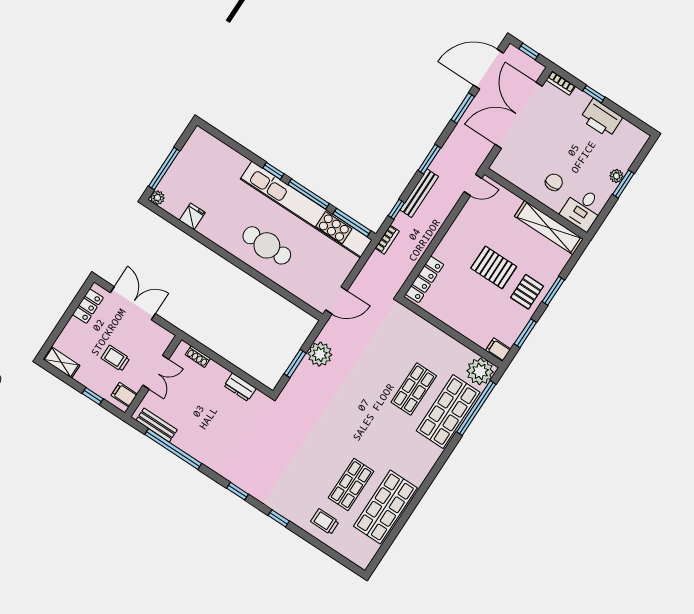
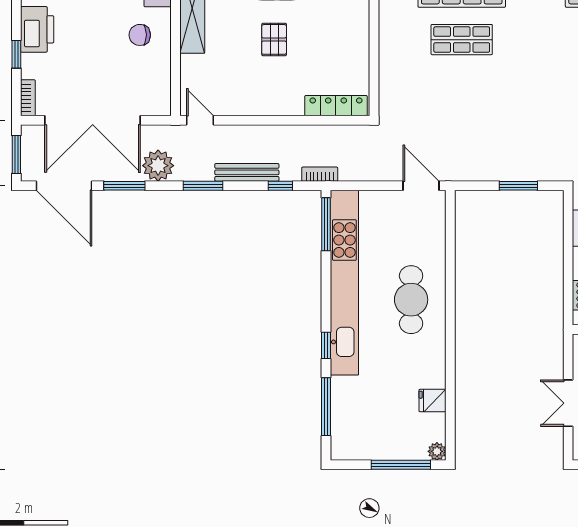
window: (529, 51) -> (16, 155), width x1.50
window: (309, 194) -> (326, 407), moved
pallet: (494, 267) -> (274, 39), width x0.67, depth x0.71
double door: (133, 303) -> (568, 403), width x0.73
plant: (320, 354) -> (158, 166), moved

